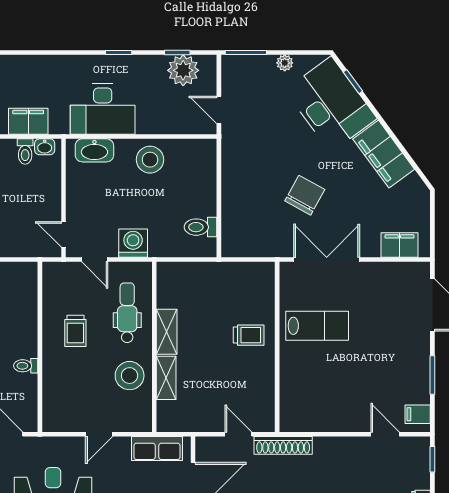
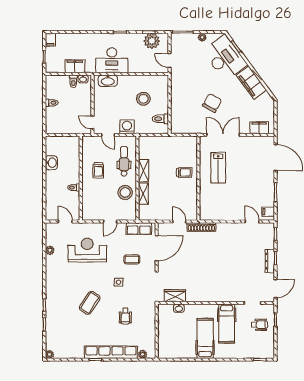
stool: (150, 160) -> (143, 99), moved
lab bench: (317, 326) -> (218, 168), turned 90

